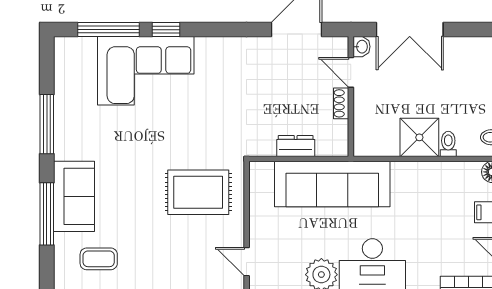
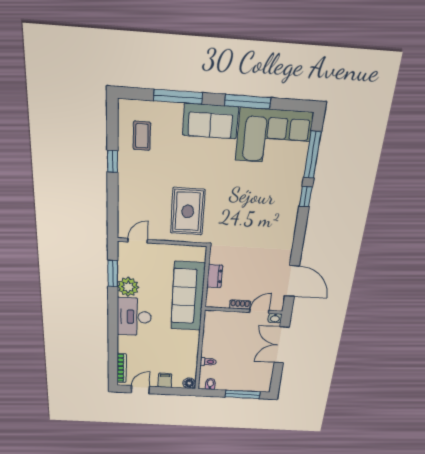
corner sofa: (146, 71) -> (274, 137), moved, turned -90
shower: (419, 137) -> (214, 347), removed
sofa: (74, 196) -> (211, 121), moved

